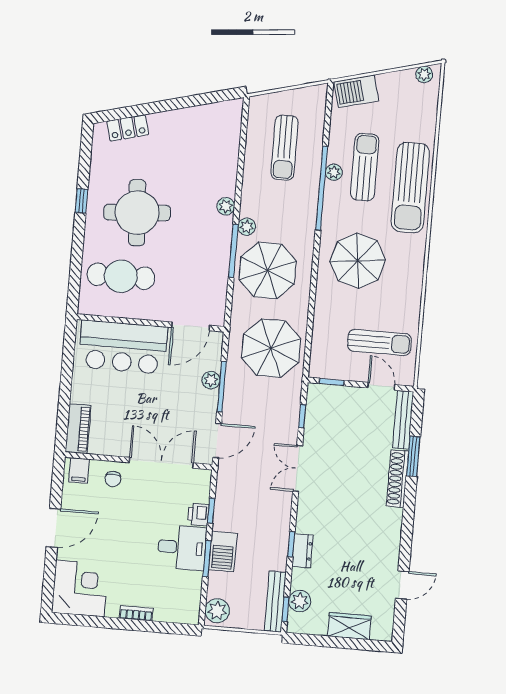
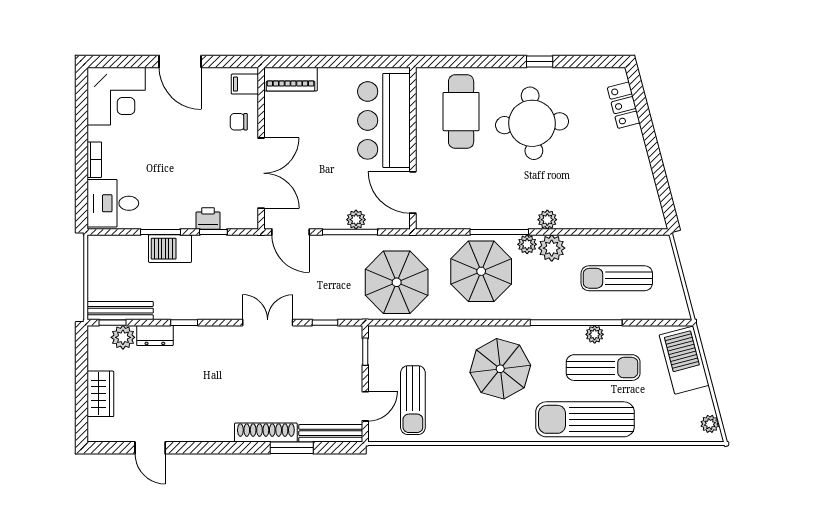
barbecue: (356, 91) -> (684, 360), width x1.37, depth x1.21
desk: (182, 548) -> (113, 203), moved, turned 90
dresser: (302, 551) -> (155, 336), moved
plant: (217, 611) -> (552, 248), moved

